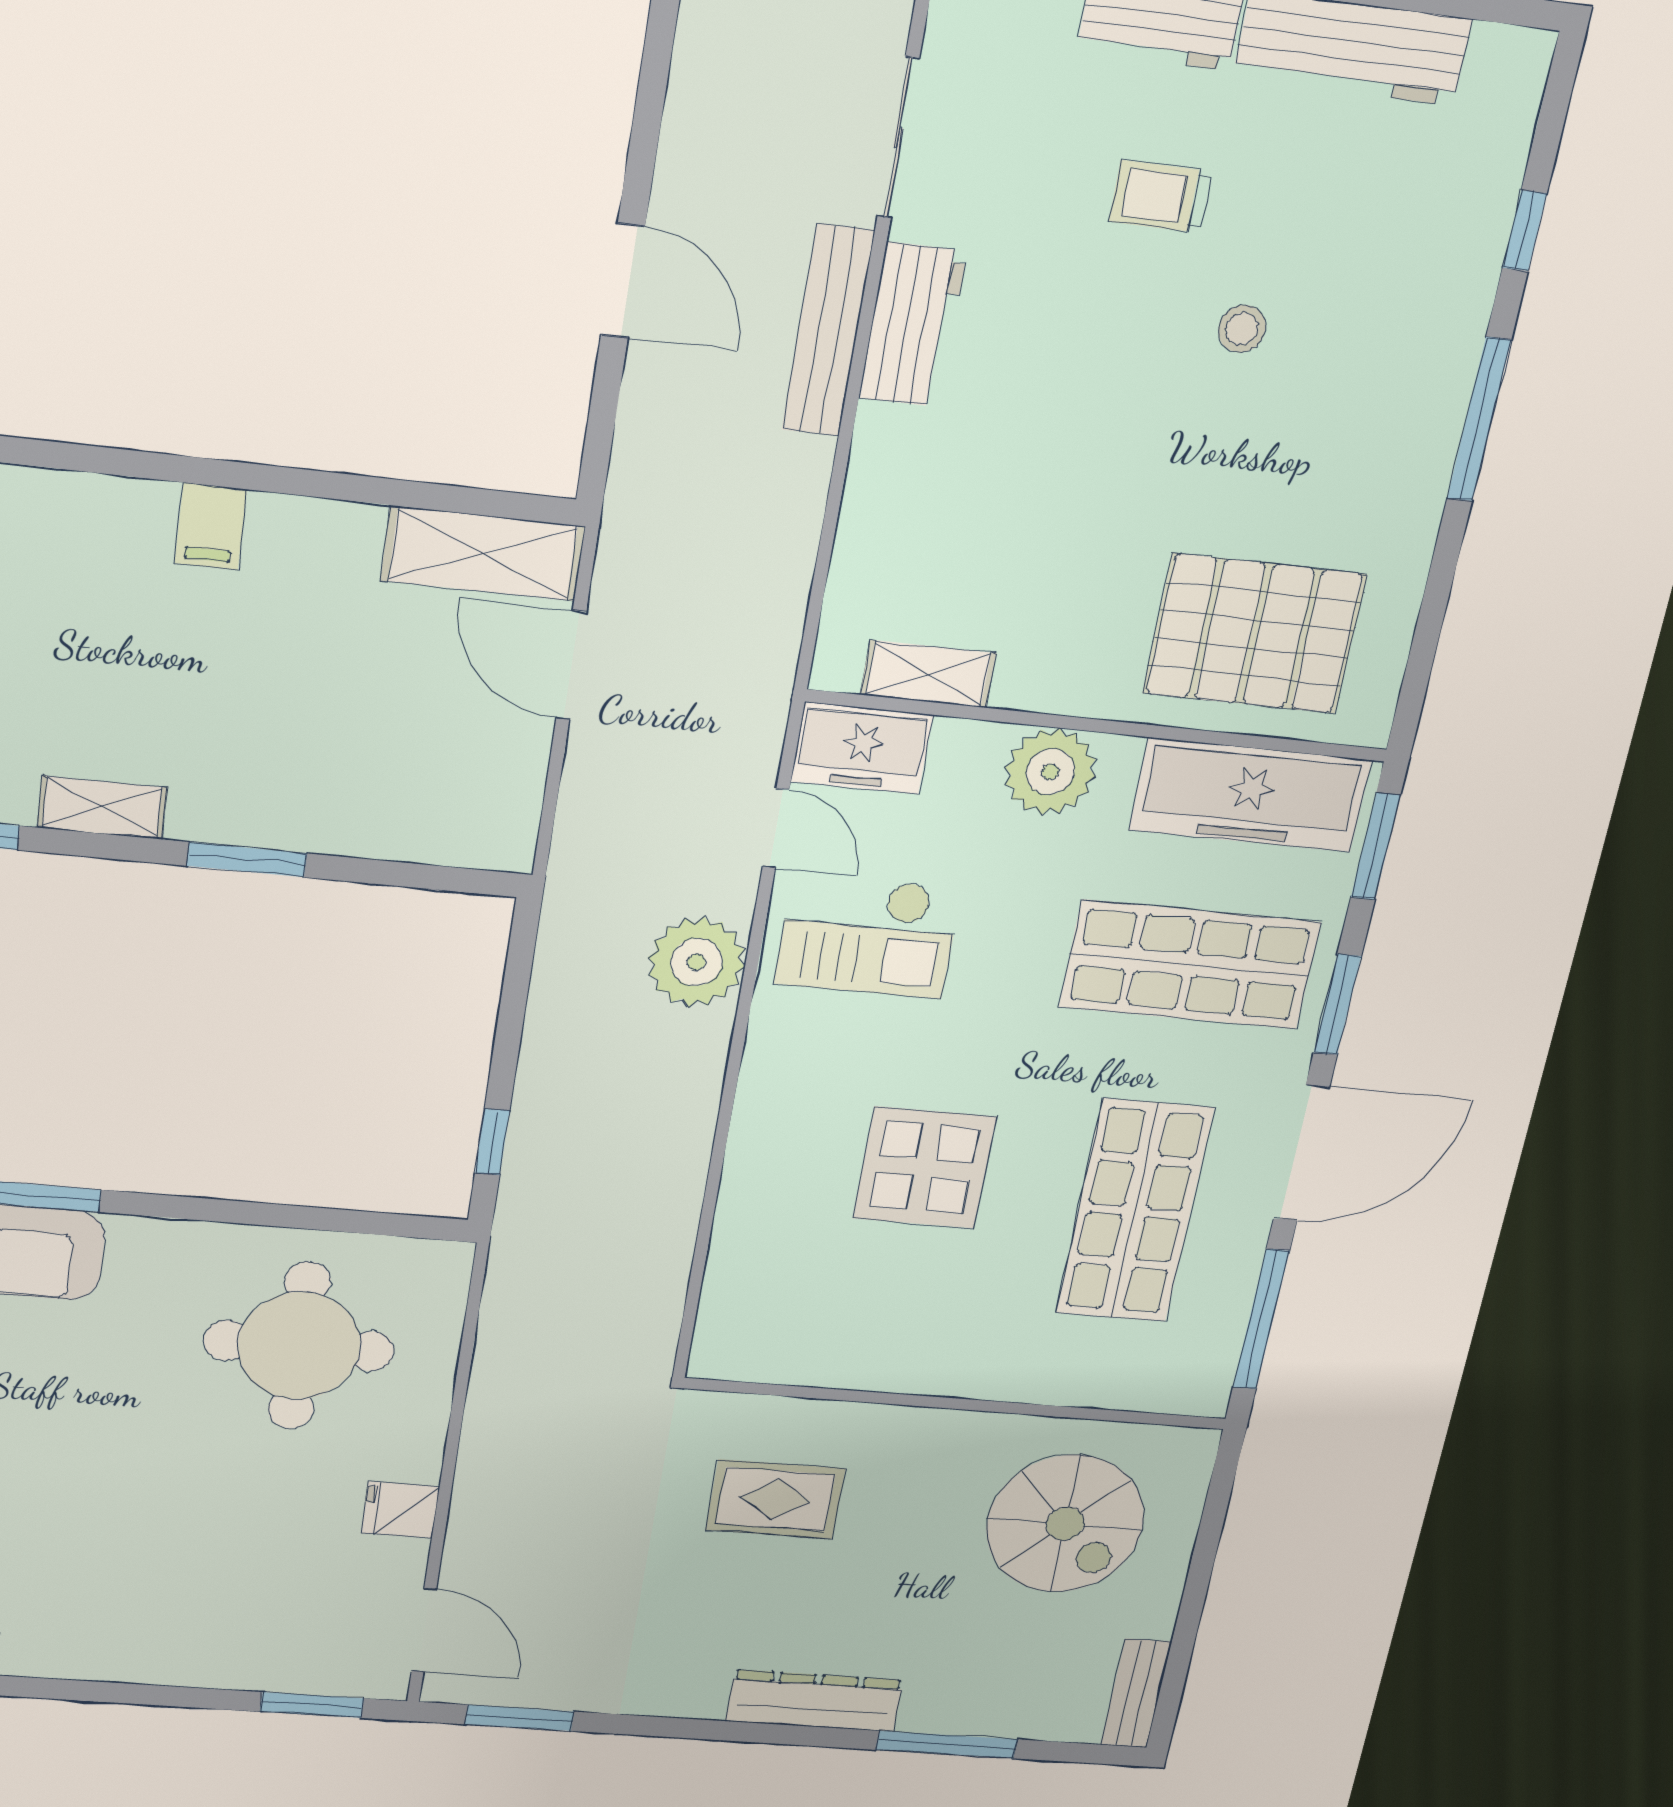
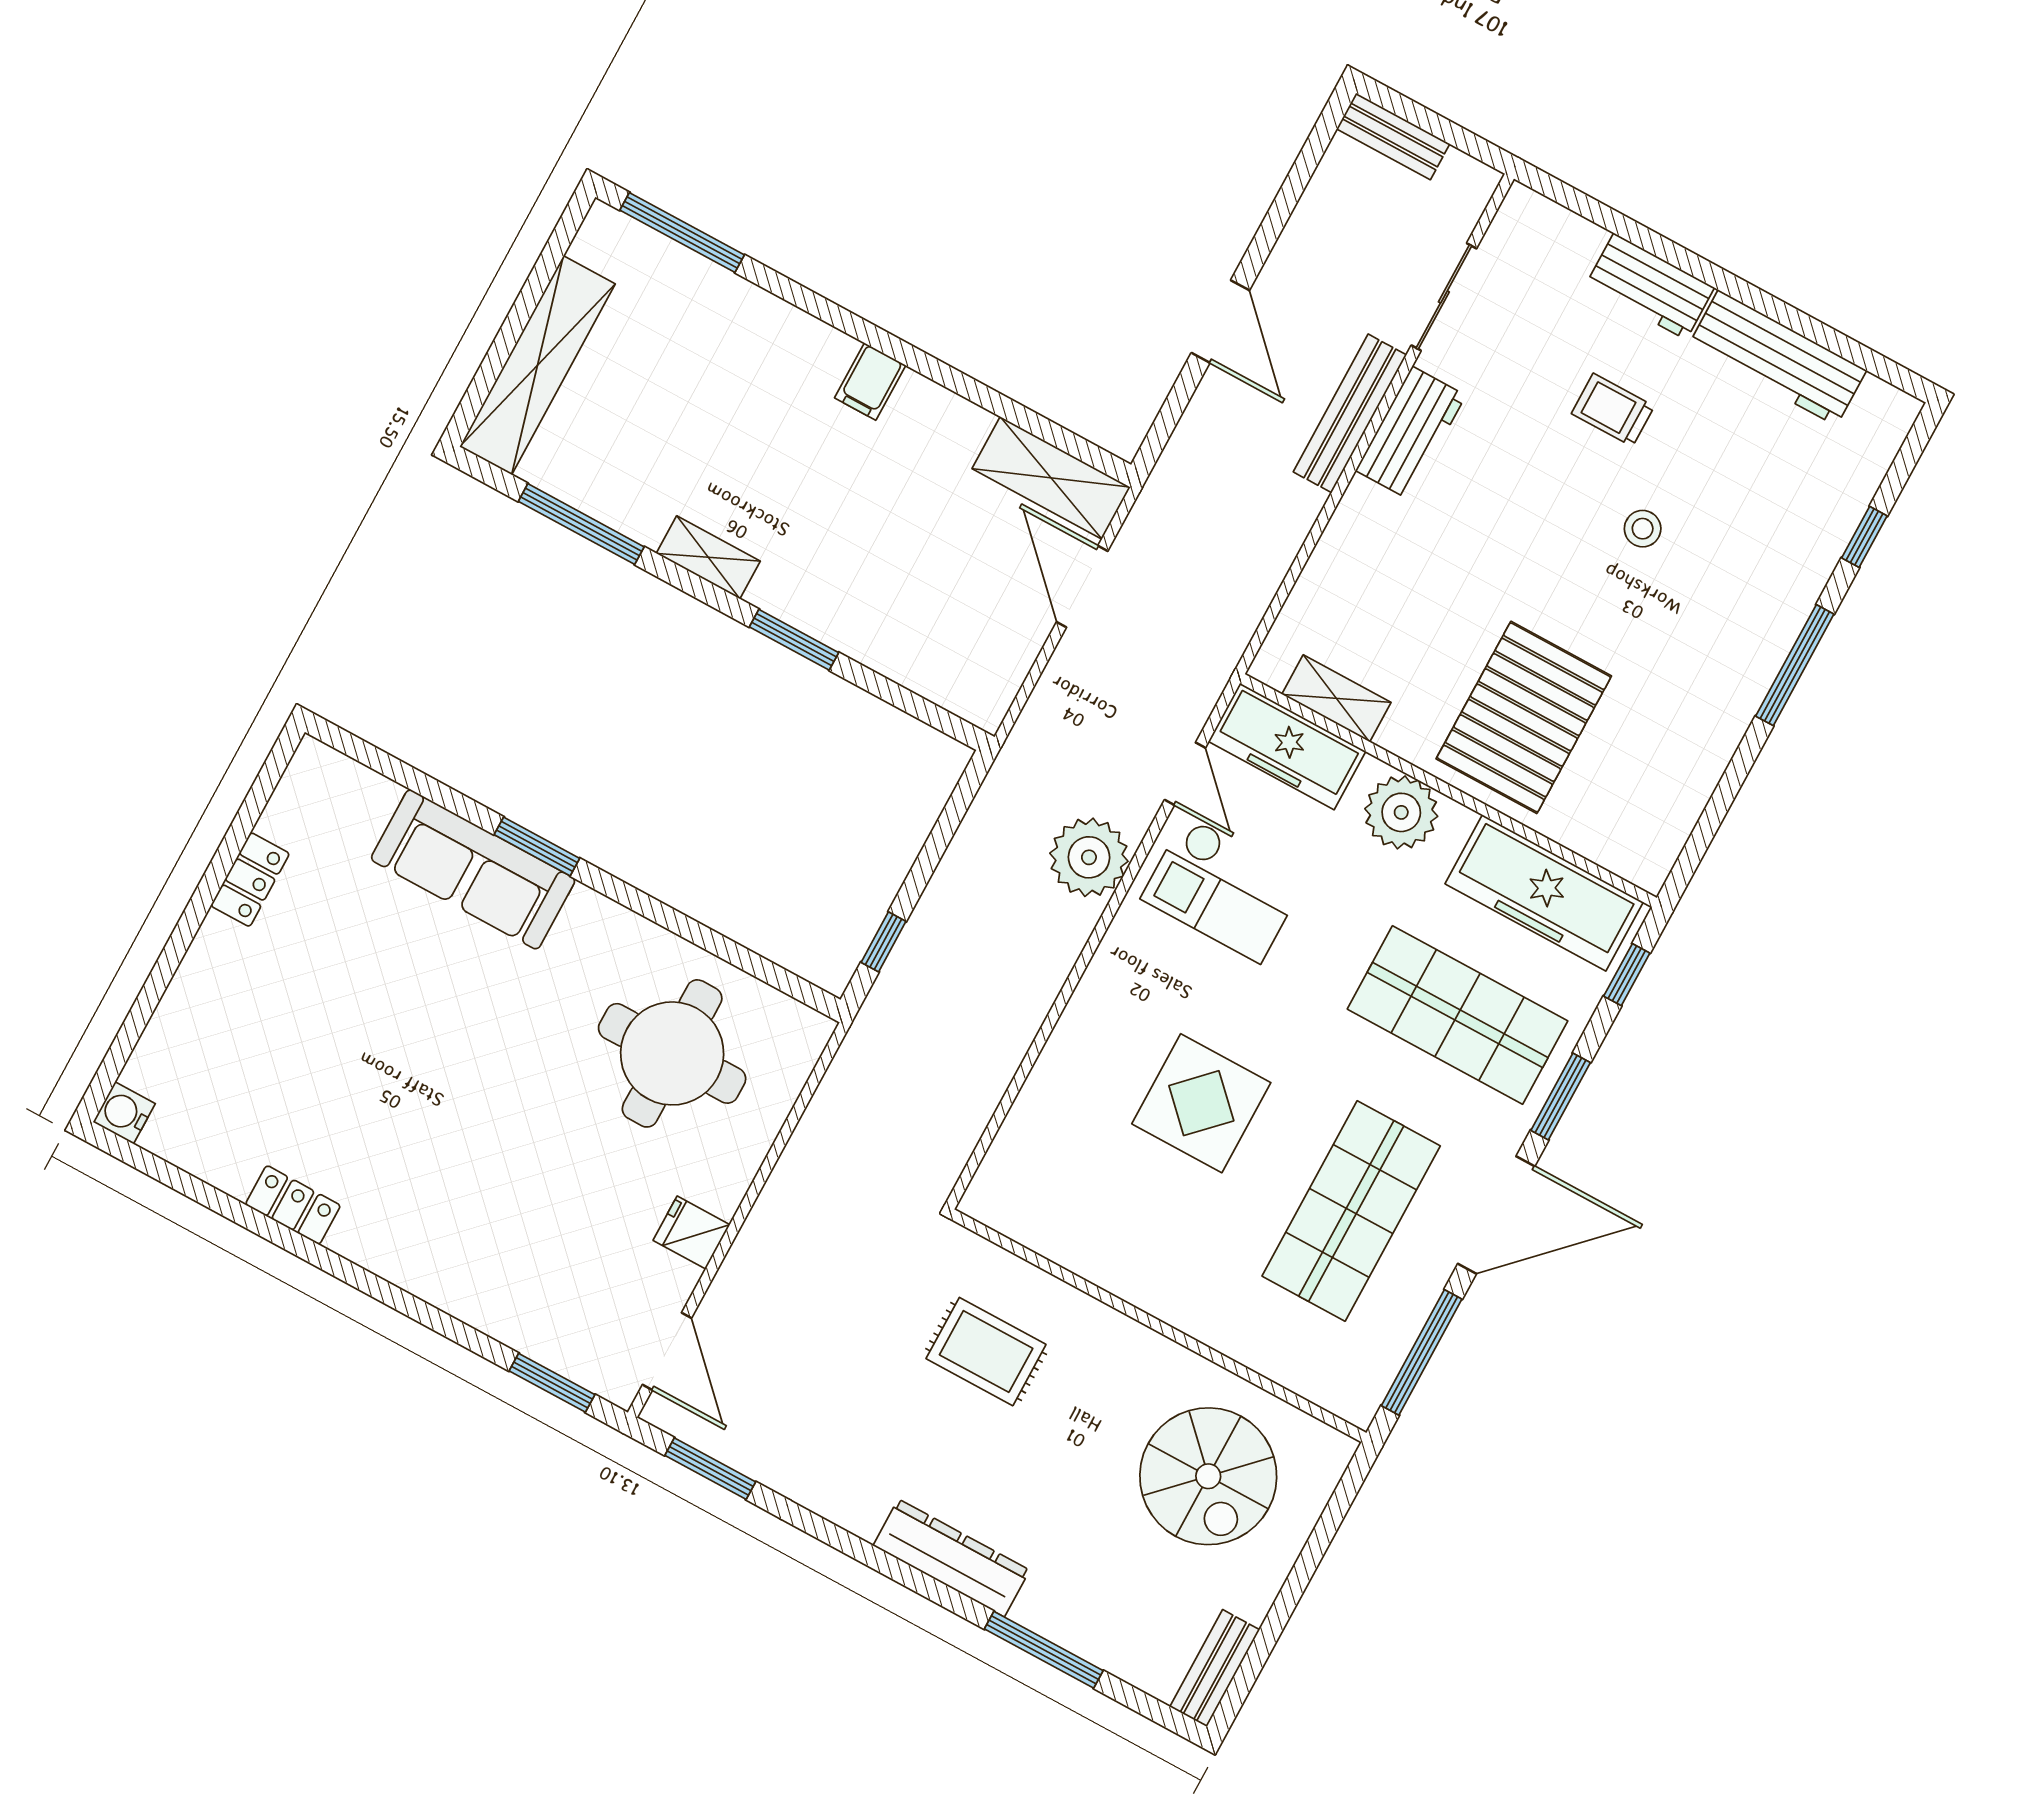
pallet: (1254, 634) -> (1524, 717), moved, turned 90
freezer: (862, 748) -> (1287, 746), width x1.40
window: (1376, 846) -> (1627, 975), width x0.67

